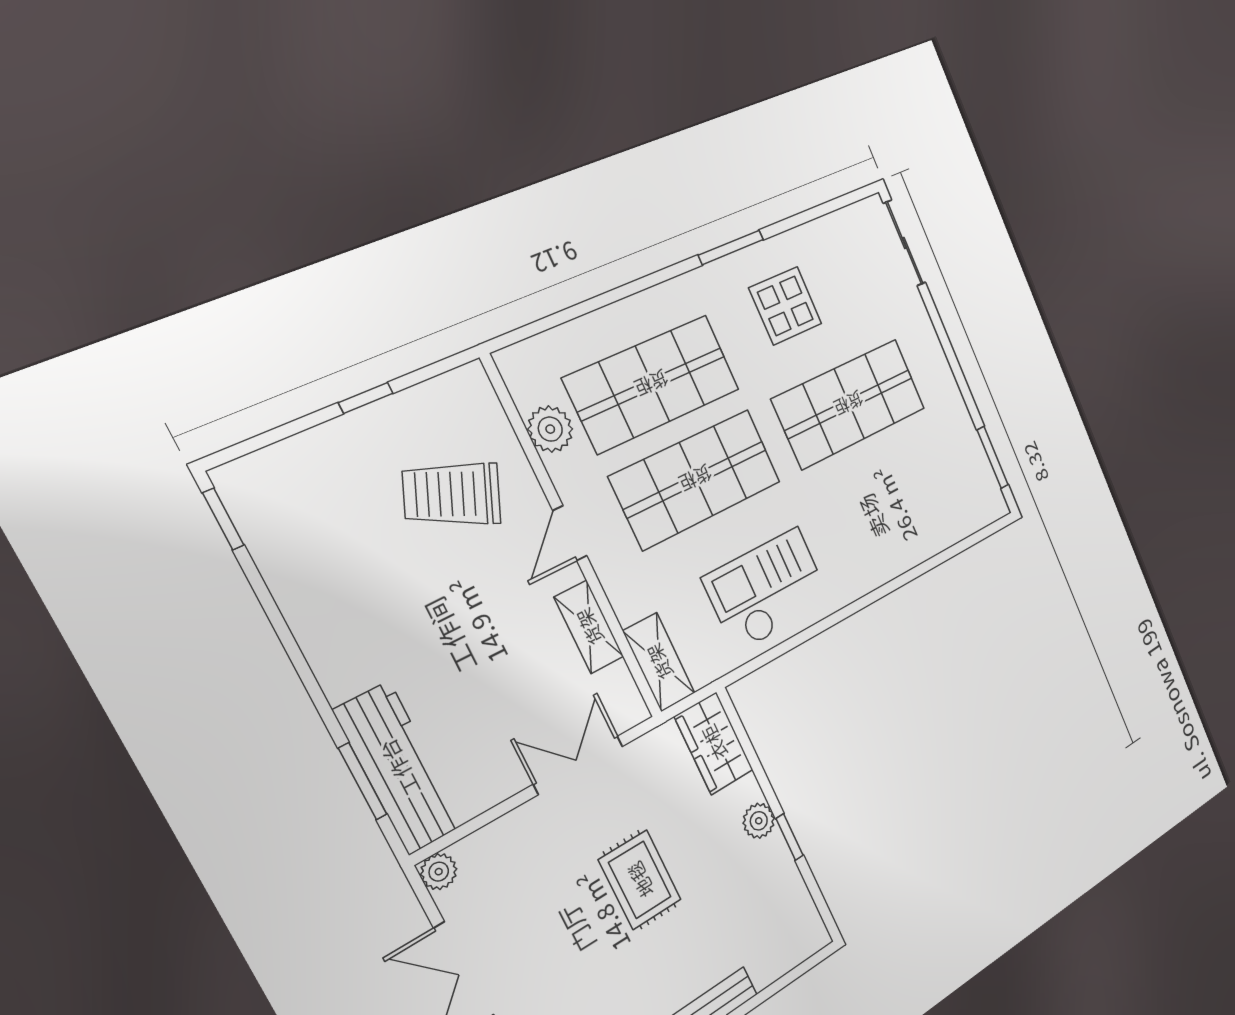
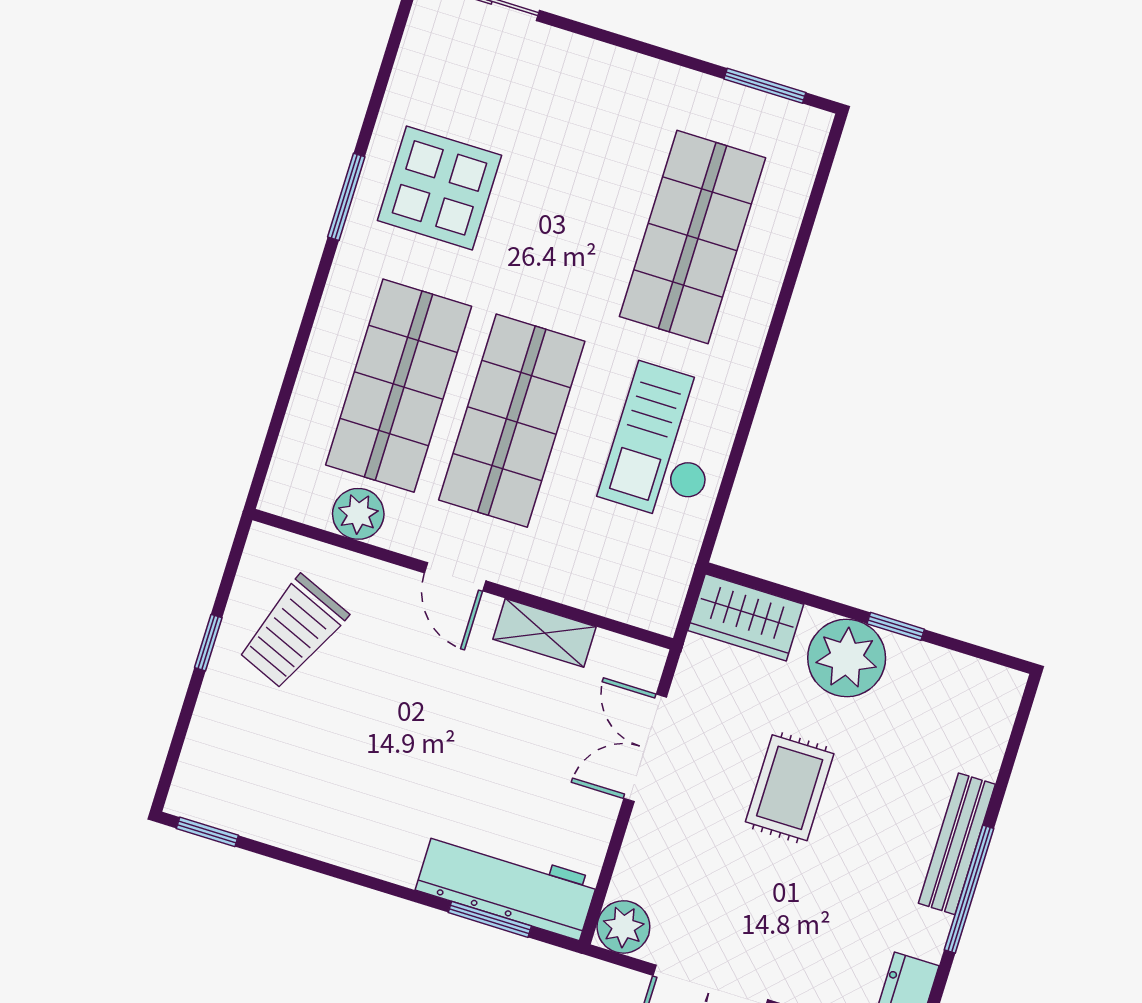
display table: (785, 306) -> (439, 188), width x1.36, depth x1.36
shop shelf: (849, 404) -> (693, 237), moved
trolley: (452, 494) -> (293, 632), moved
shelving: (659, 662) -> (631, 601), removed
plant: (759, 821) -> (847, 658), width x1.88, depth x1.88
plant: (439, 872) -> (623, 927), width x1.38, depth x1.38
rug: (640, 880) -> (790, 788), turned 90

